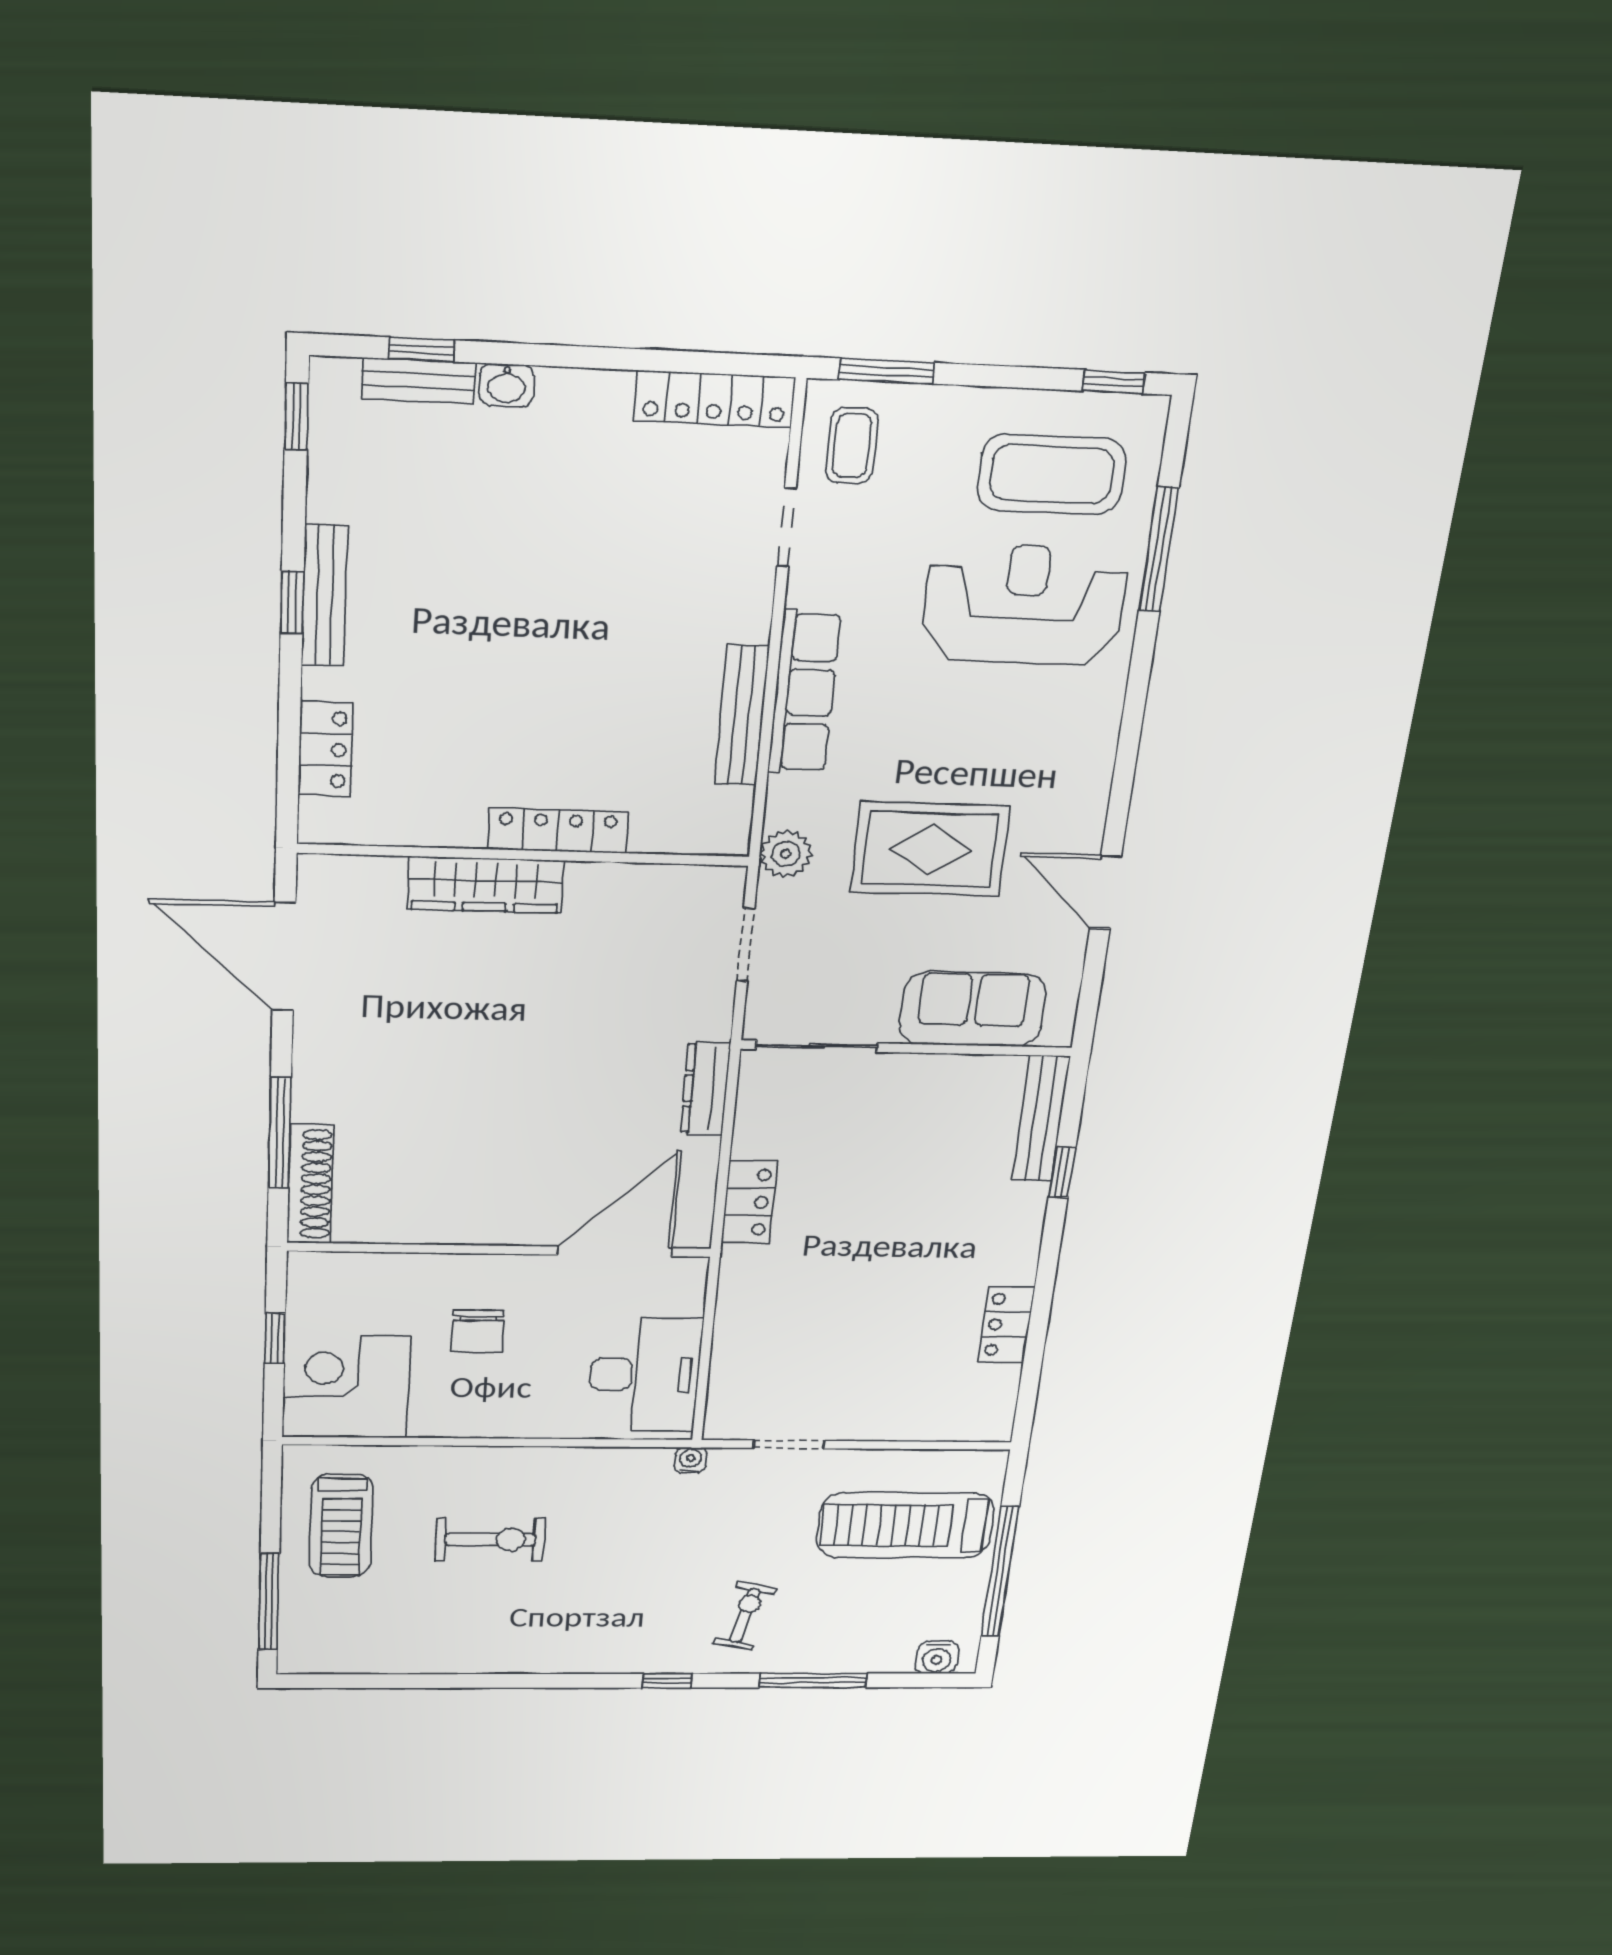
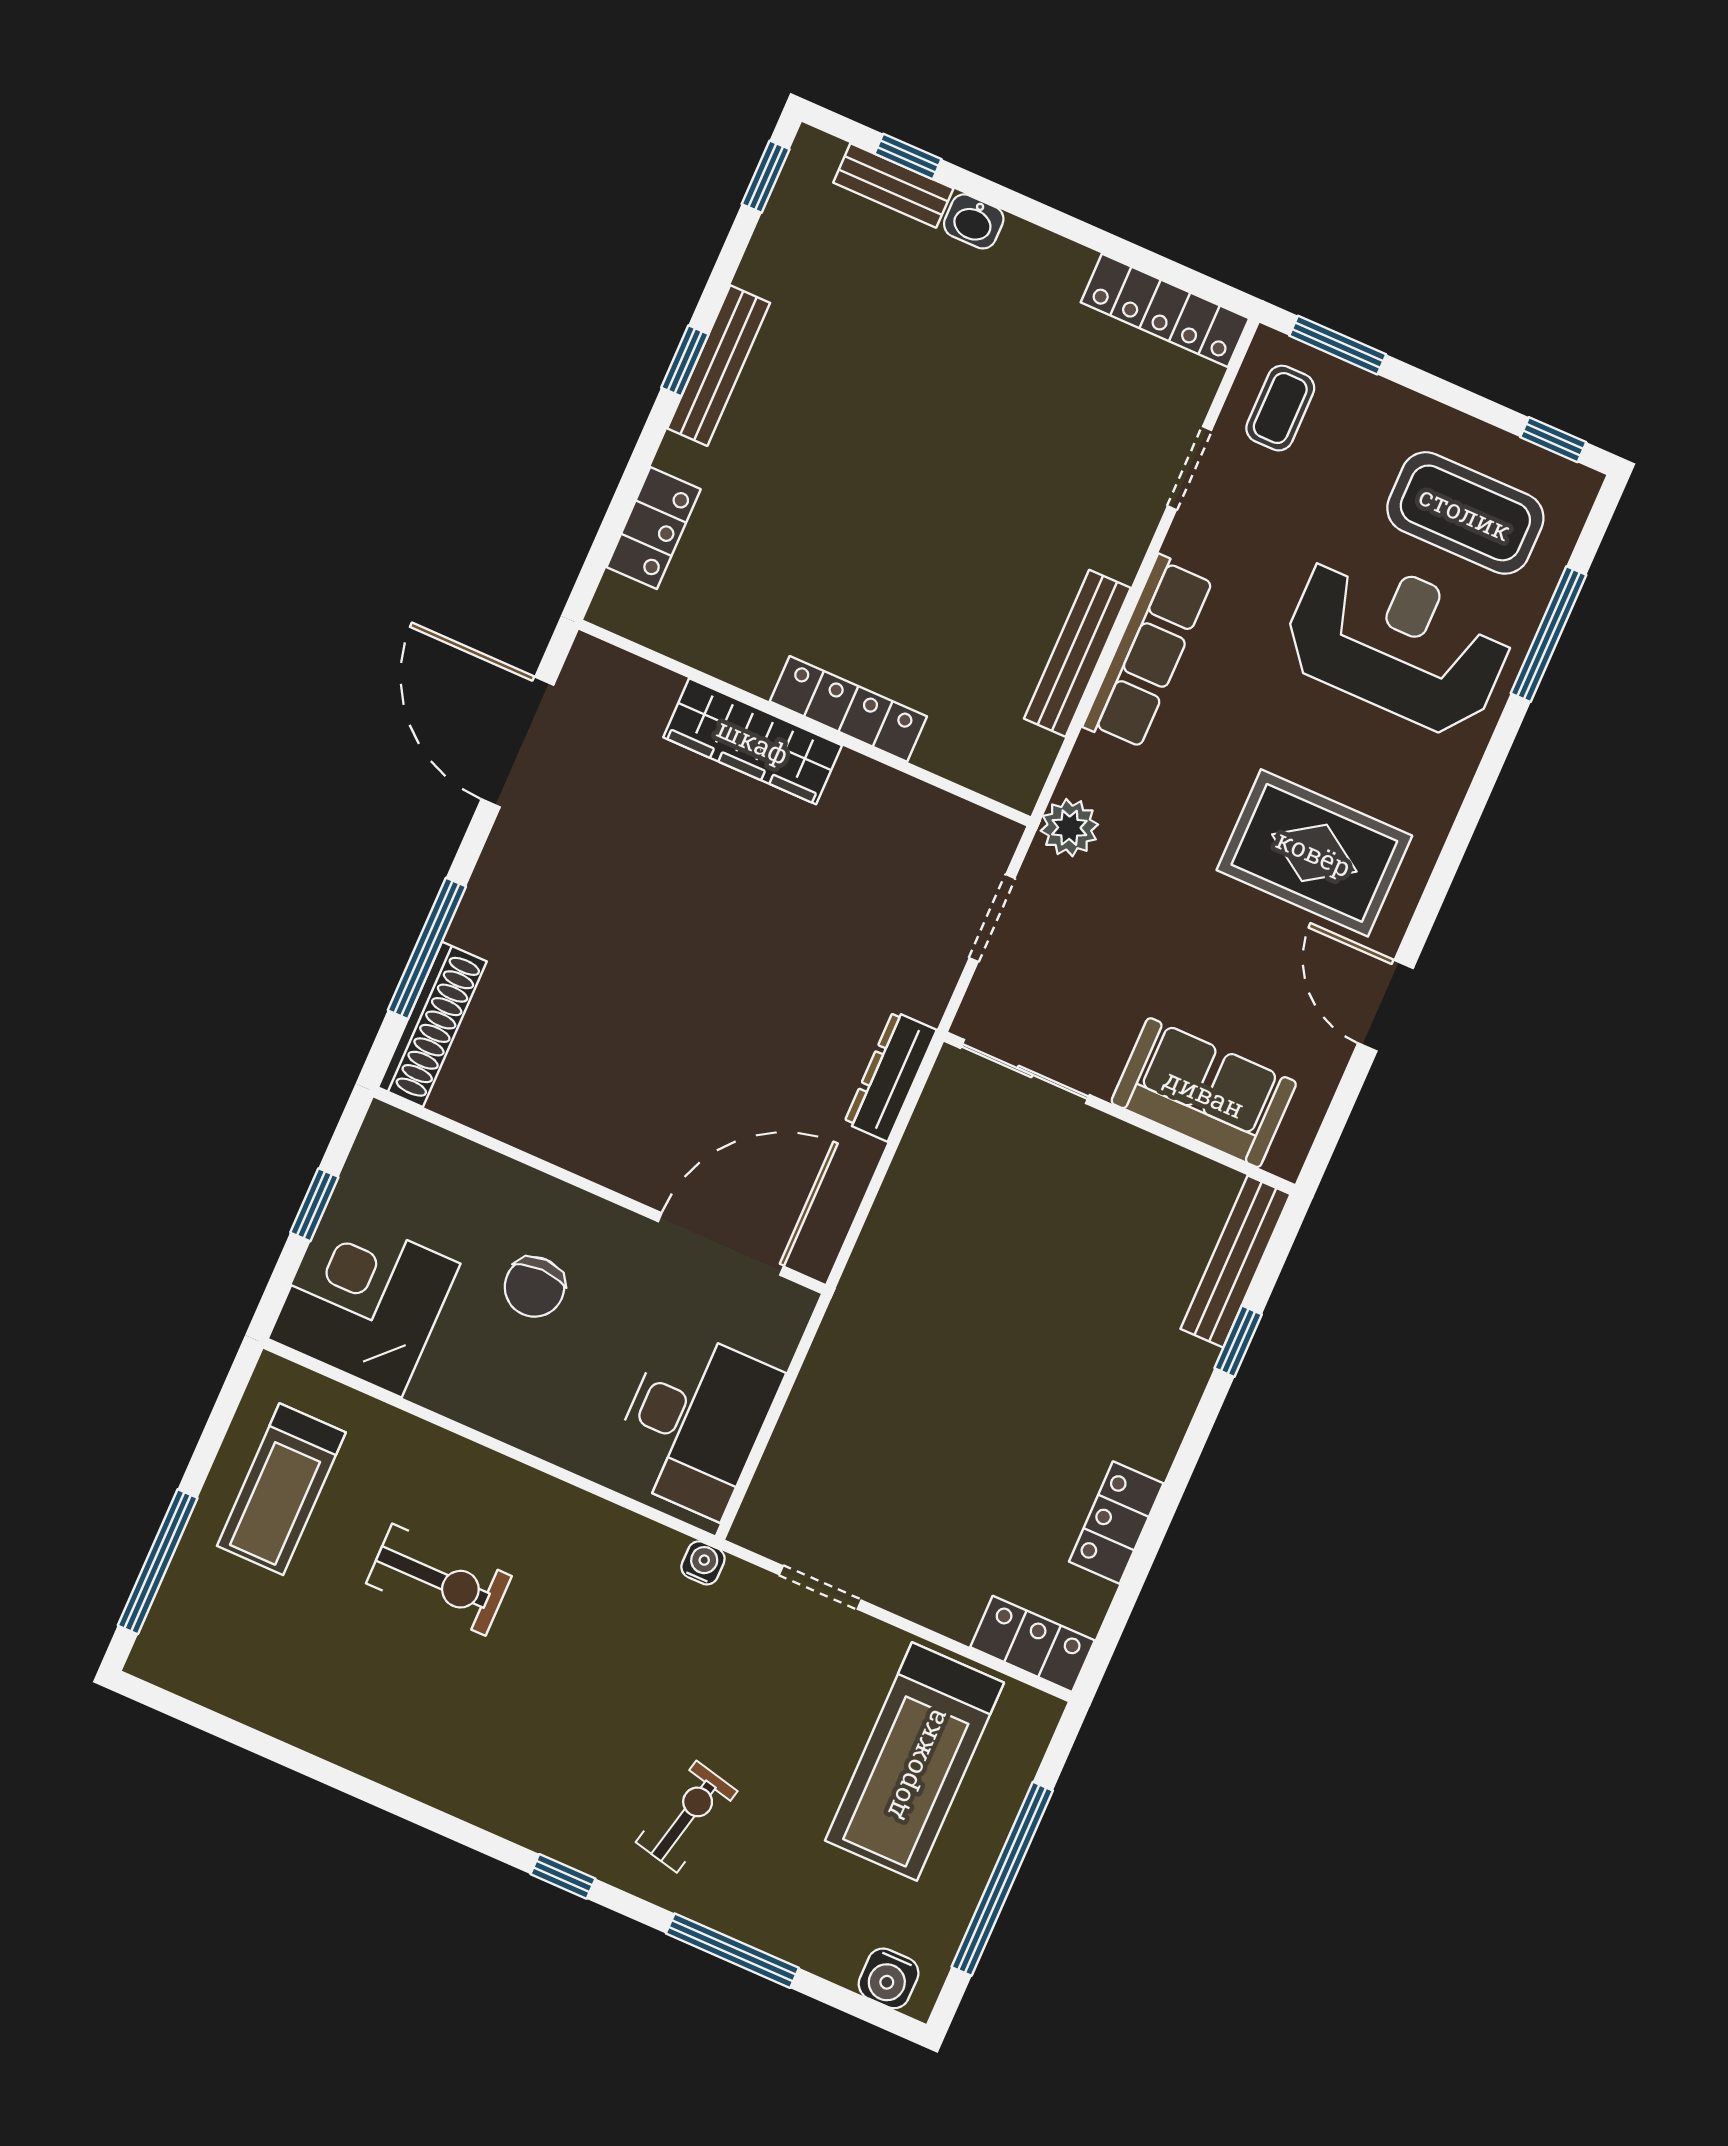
rug: (930, 849) -> (1314, 853), moved
locker: (749, 1202) -> (1032, 1644), moved, turned -90
treadmill: (905, 1525) -> (914, 1762), turned -90

